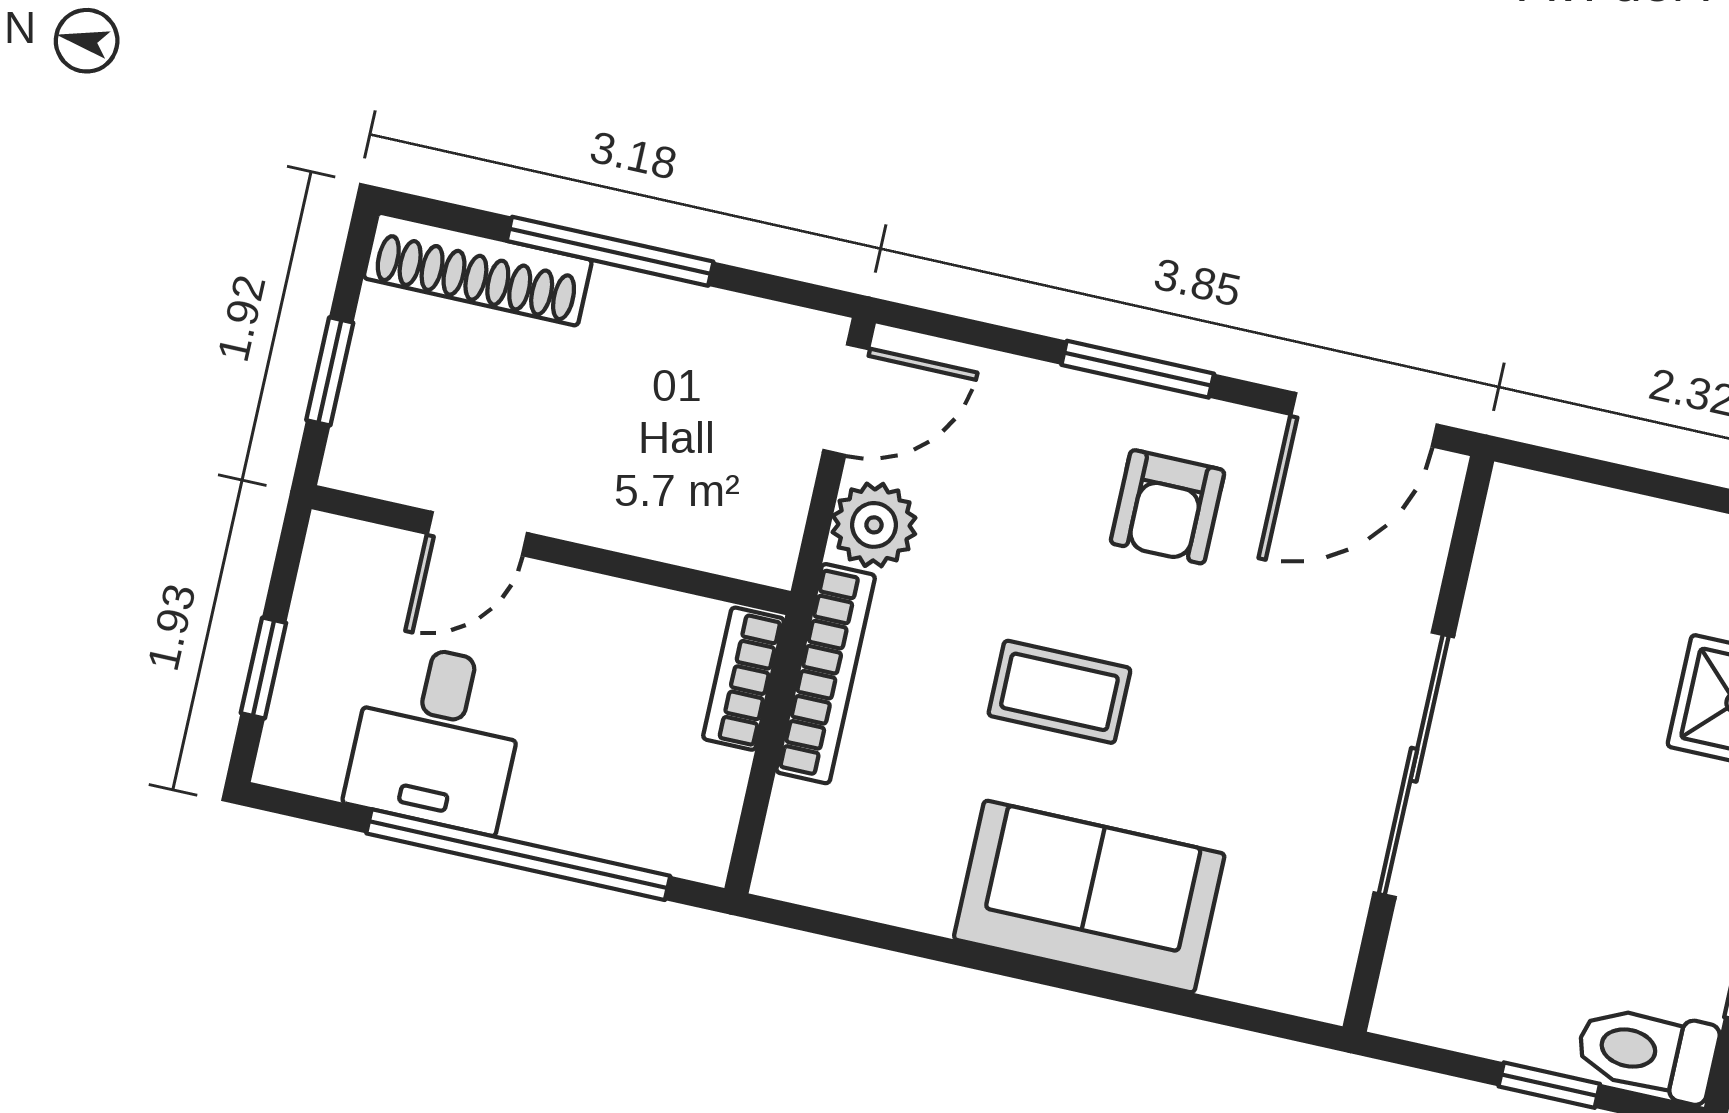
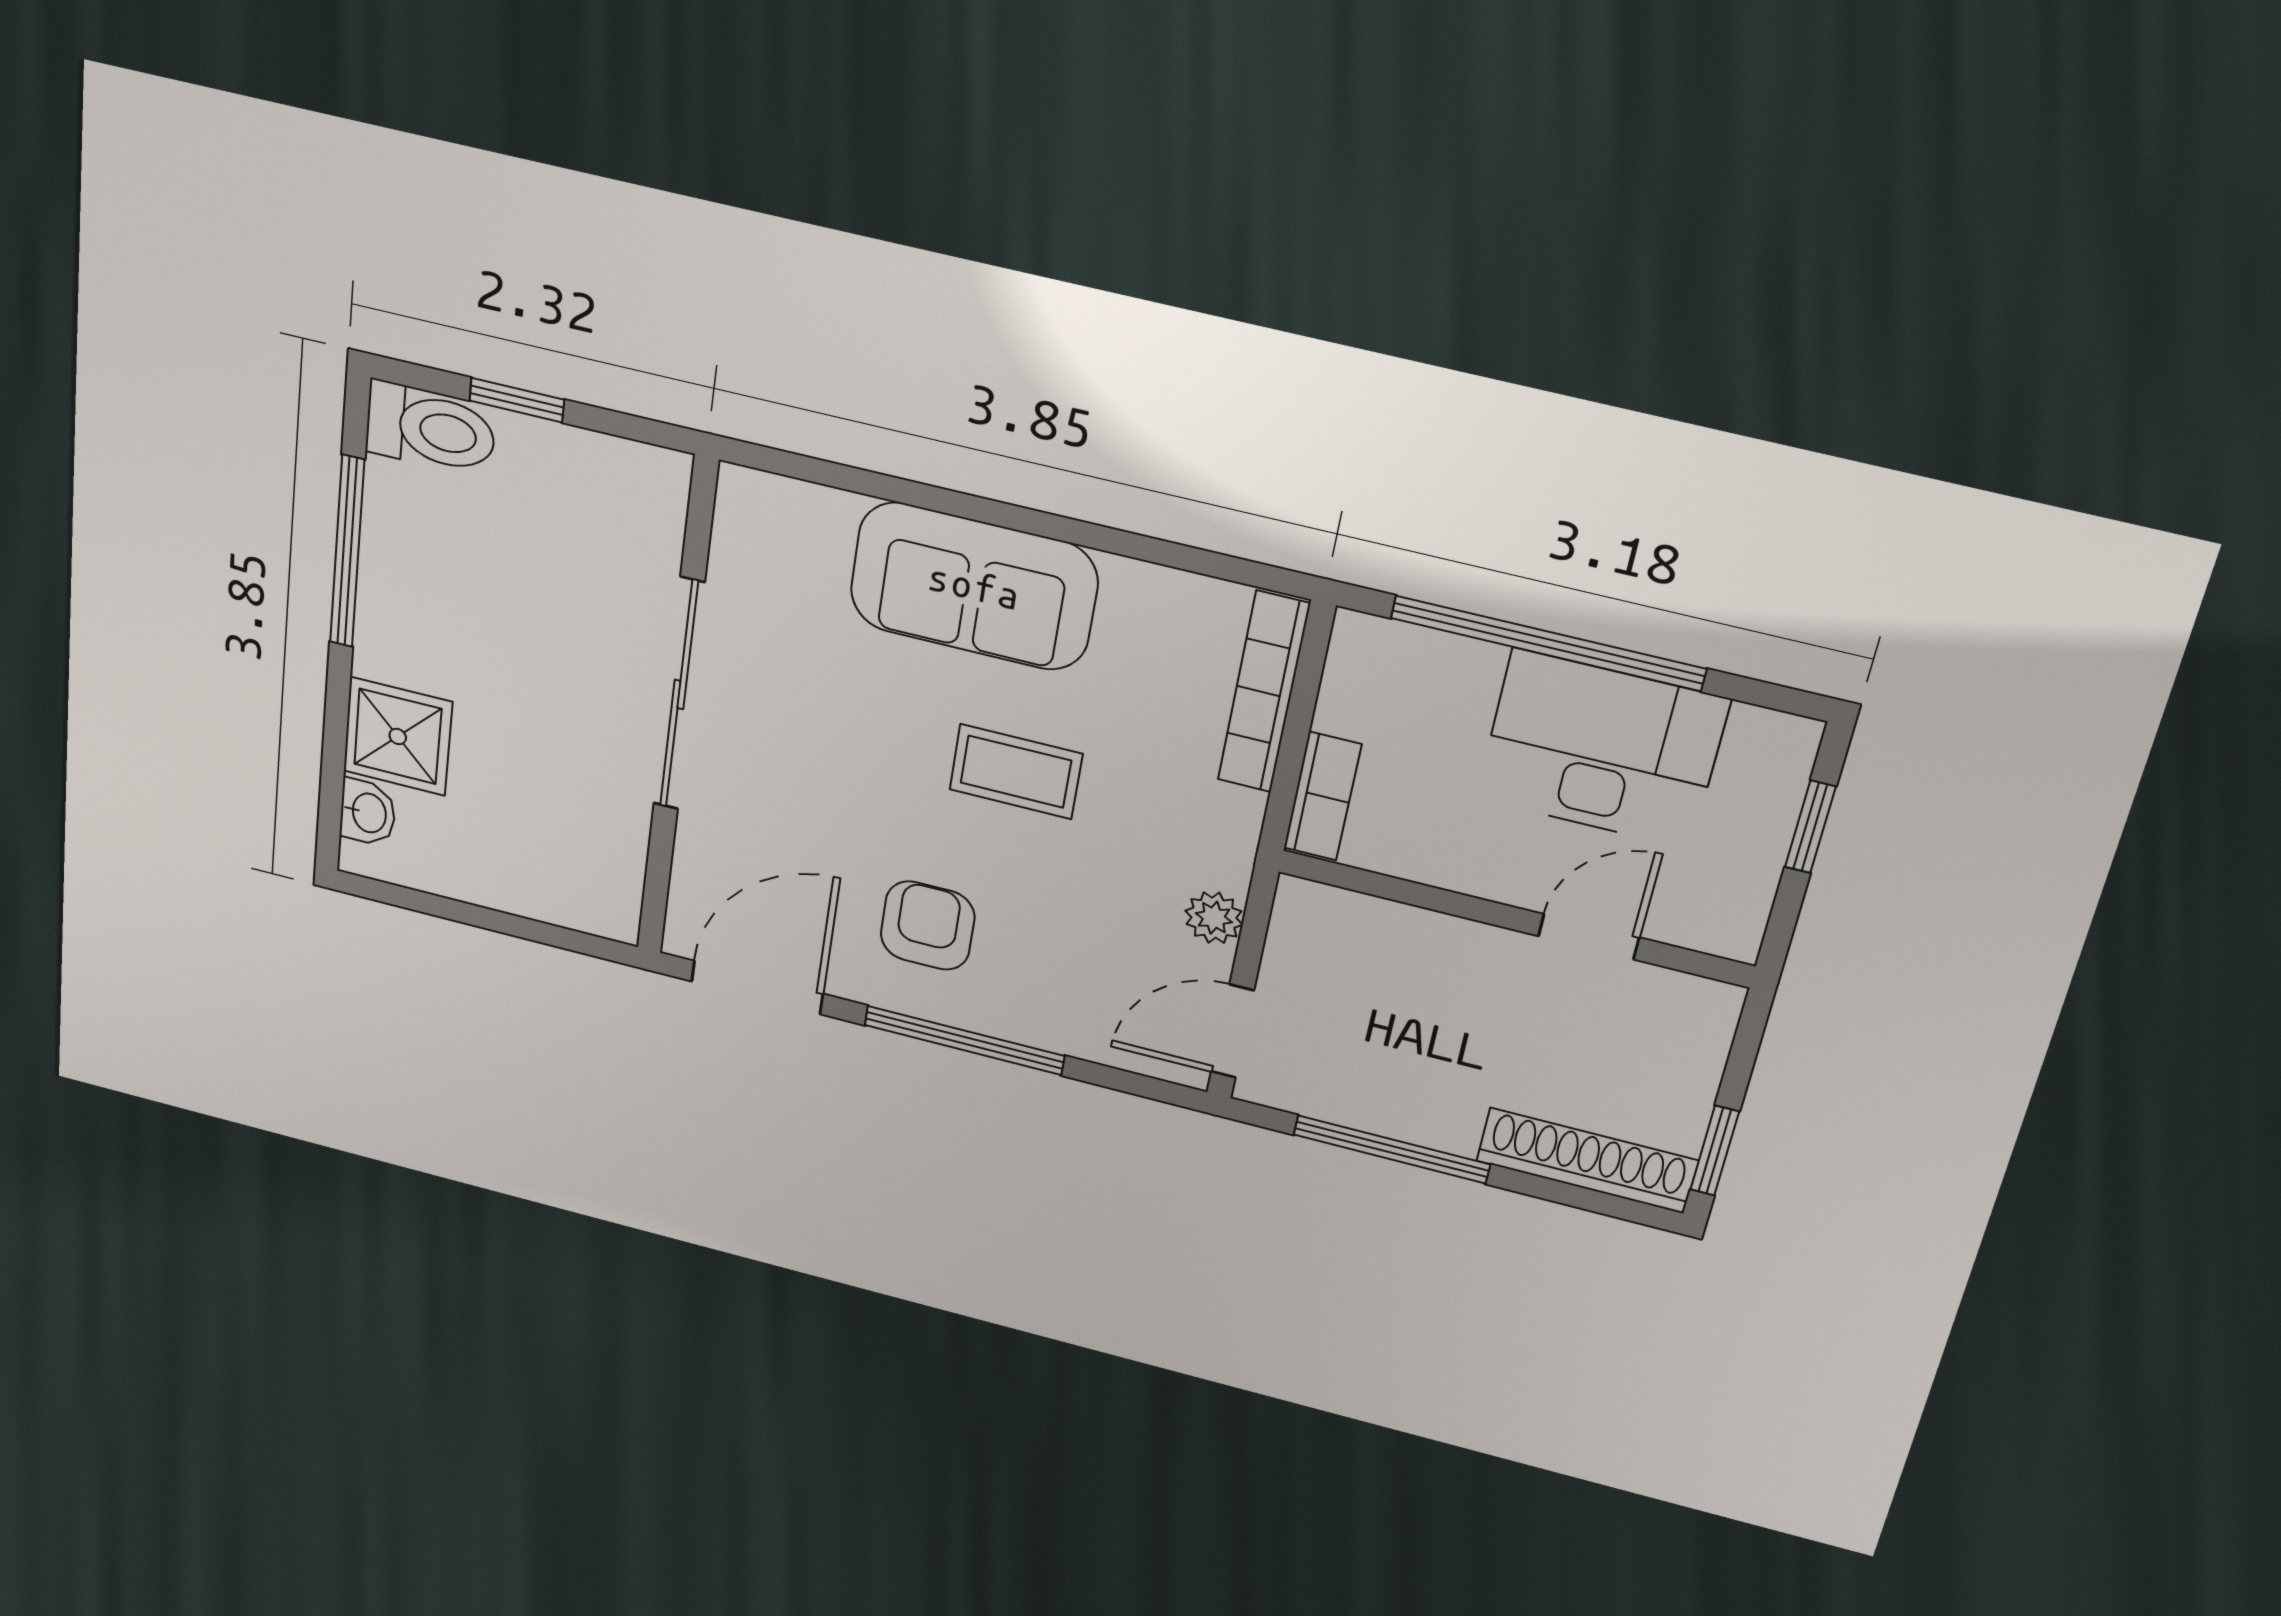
window: (610, 251) -> (1392, 1149), moved
window: (1138, 369) -> (964, 1040), width x1.44
window: (330, 371) -> (1715, 1151), moved
plant: (874, 525) -> (1214, 918), width x0.73, depth x0.73
bookcase: (826, 674) -> (1264, 692), moved
desk: (437, 737) -> (1602, 749), width x1.37

